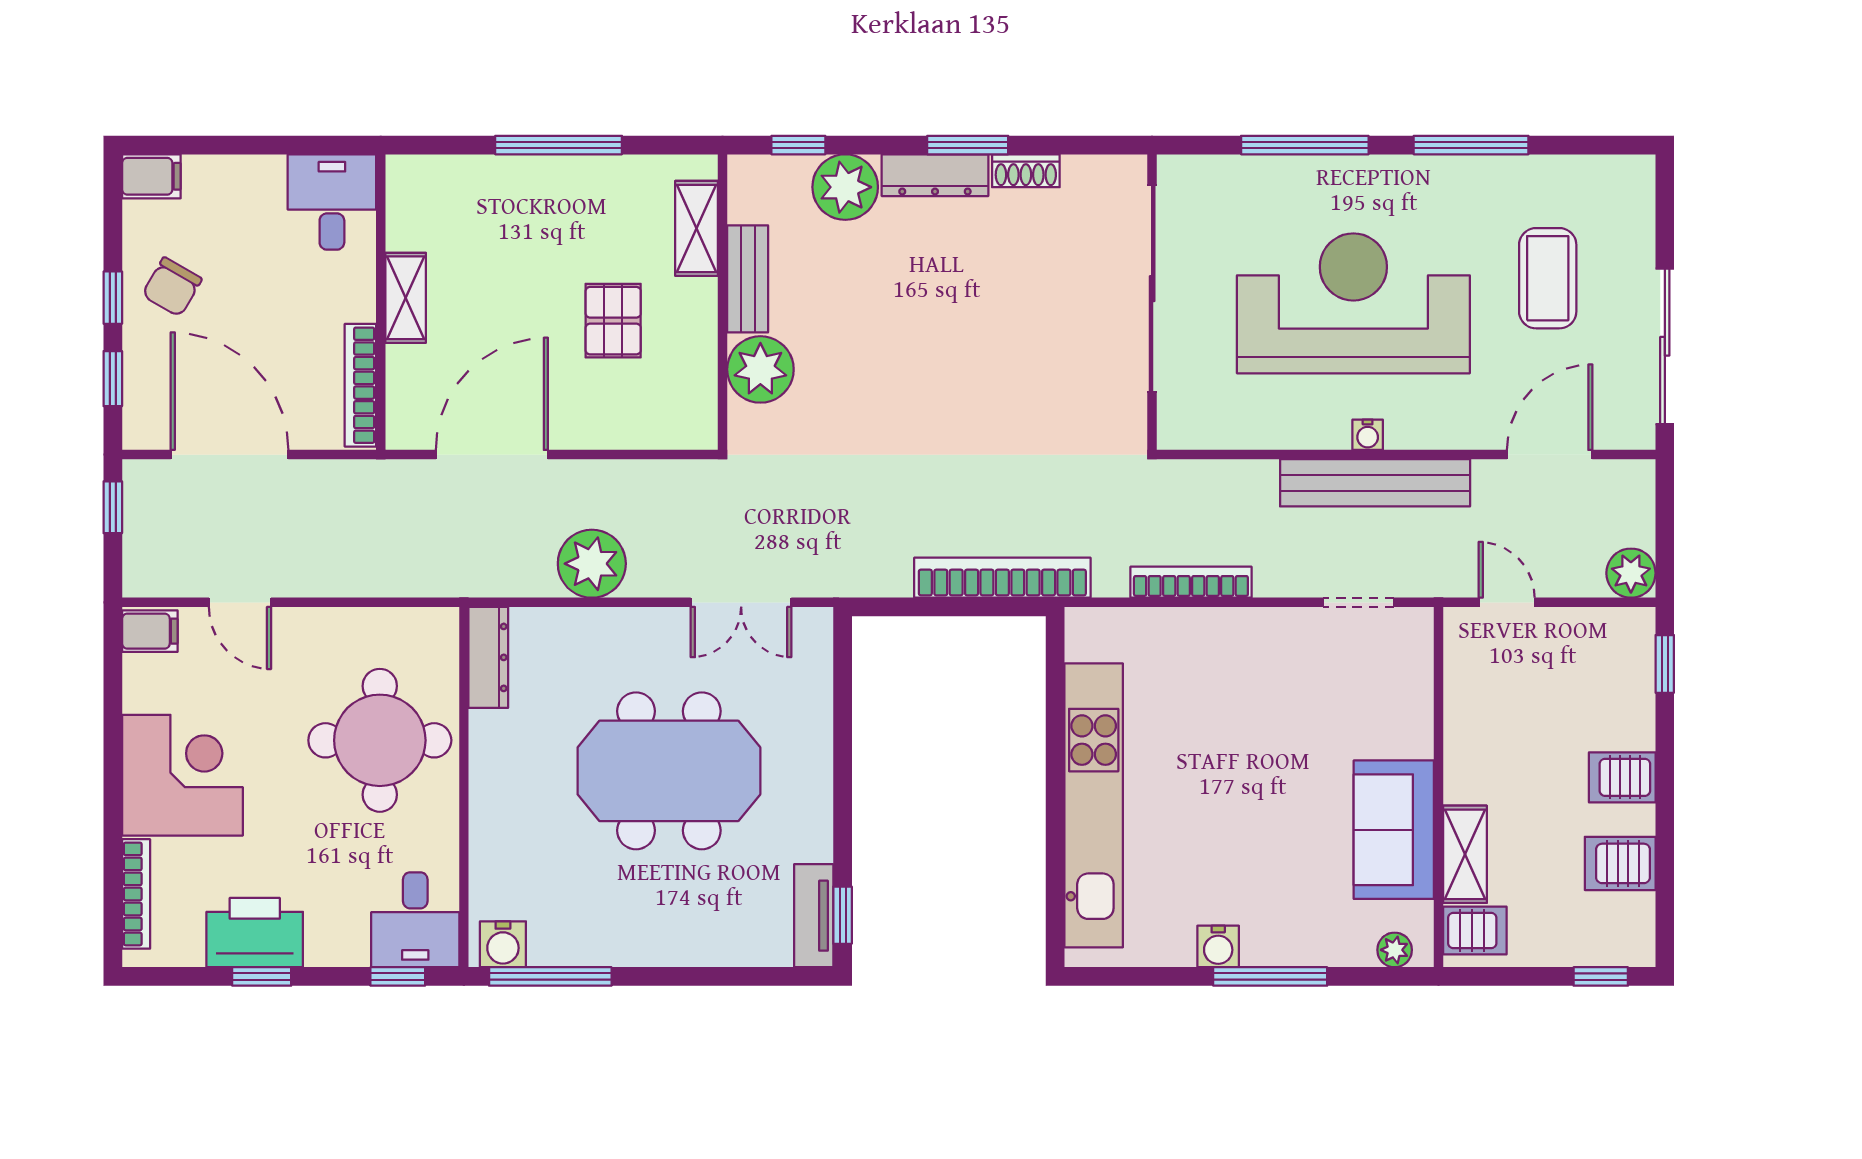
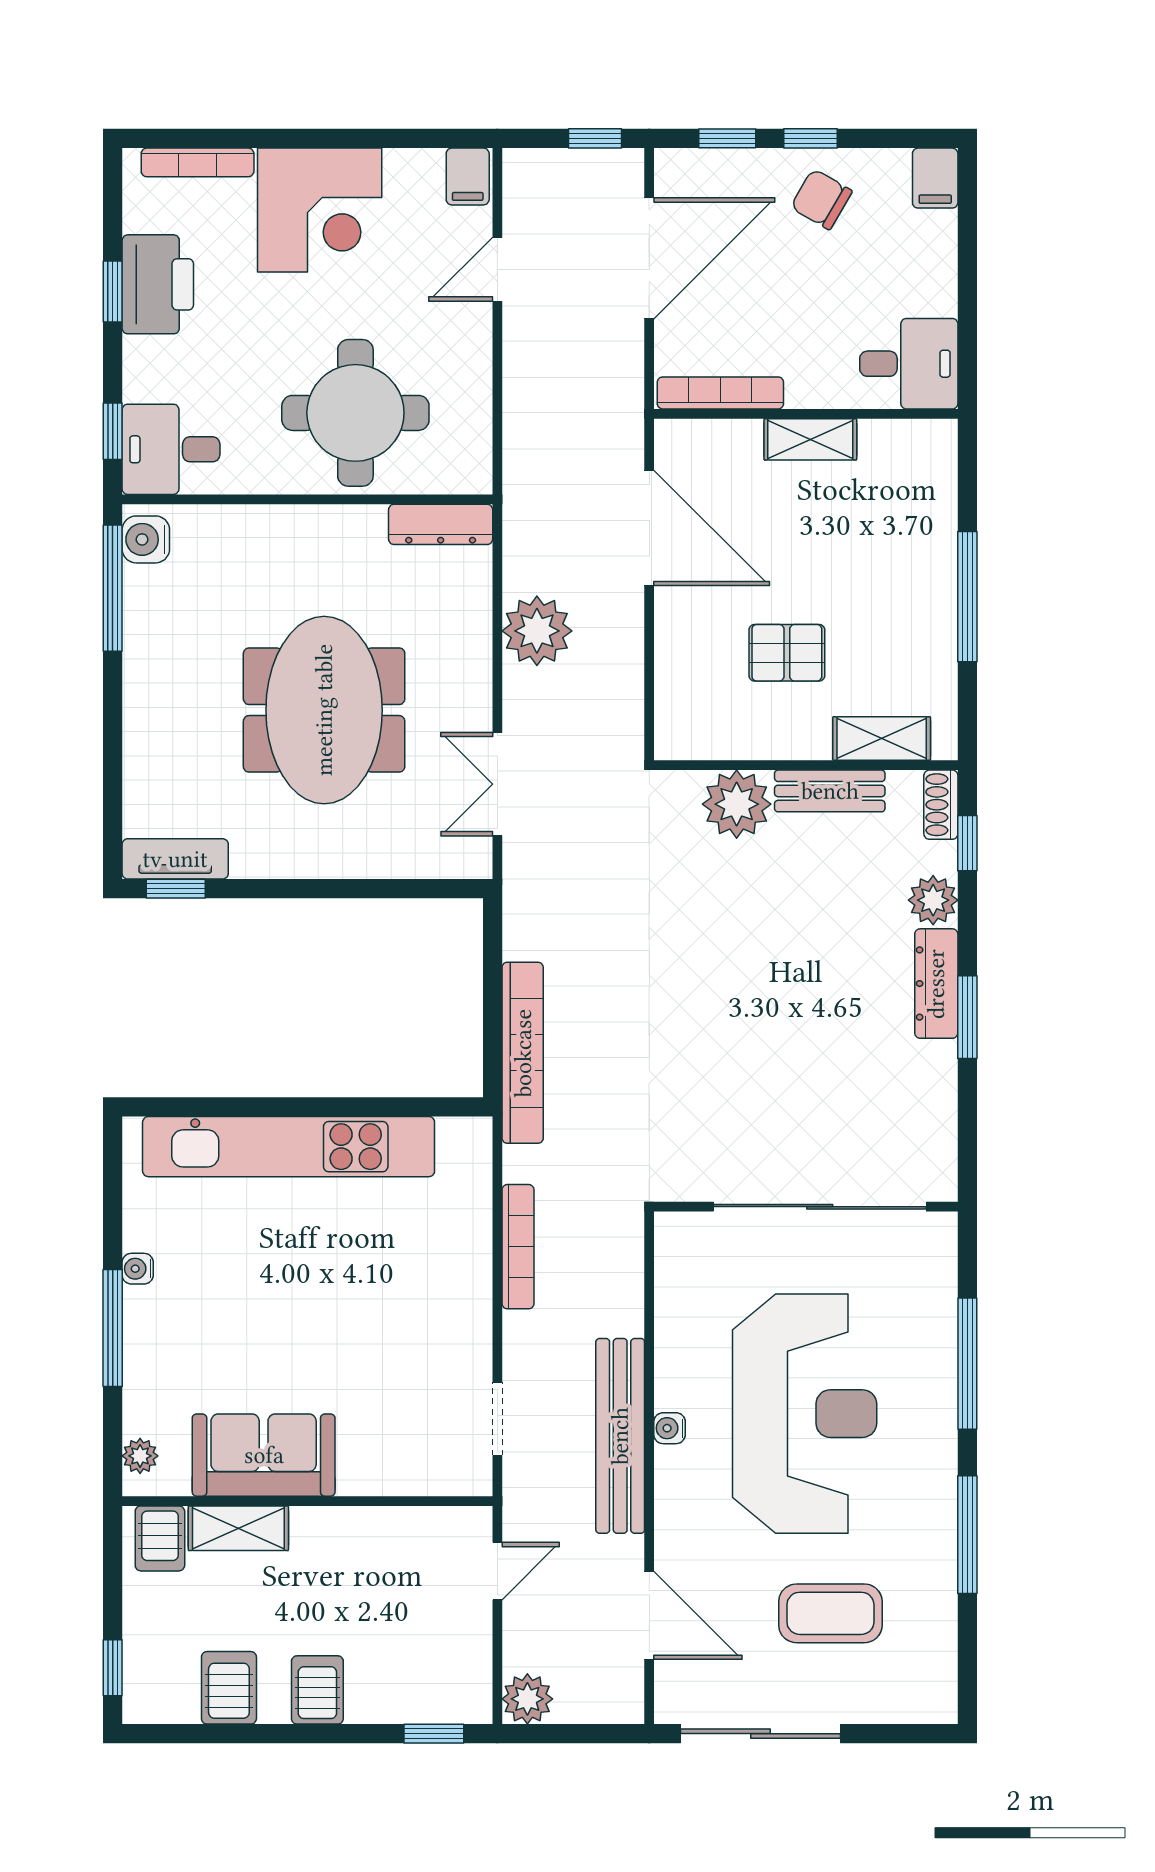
shoe rack: (1026, 171) -> (941, 805), moved
plant: (845, 187) -> (933, 900), width x0.73, depth x0.73
water cooler: (1218, 946) -> (138, 1269), width x0.72, depth x0.72

